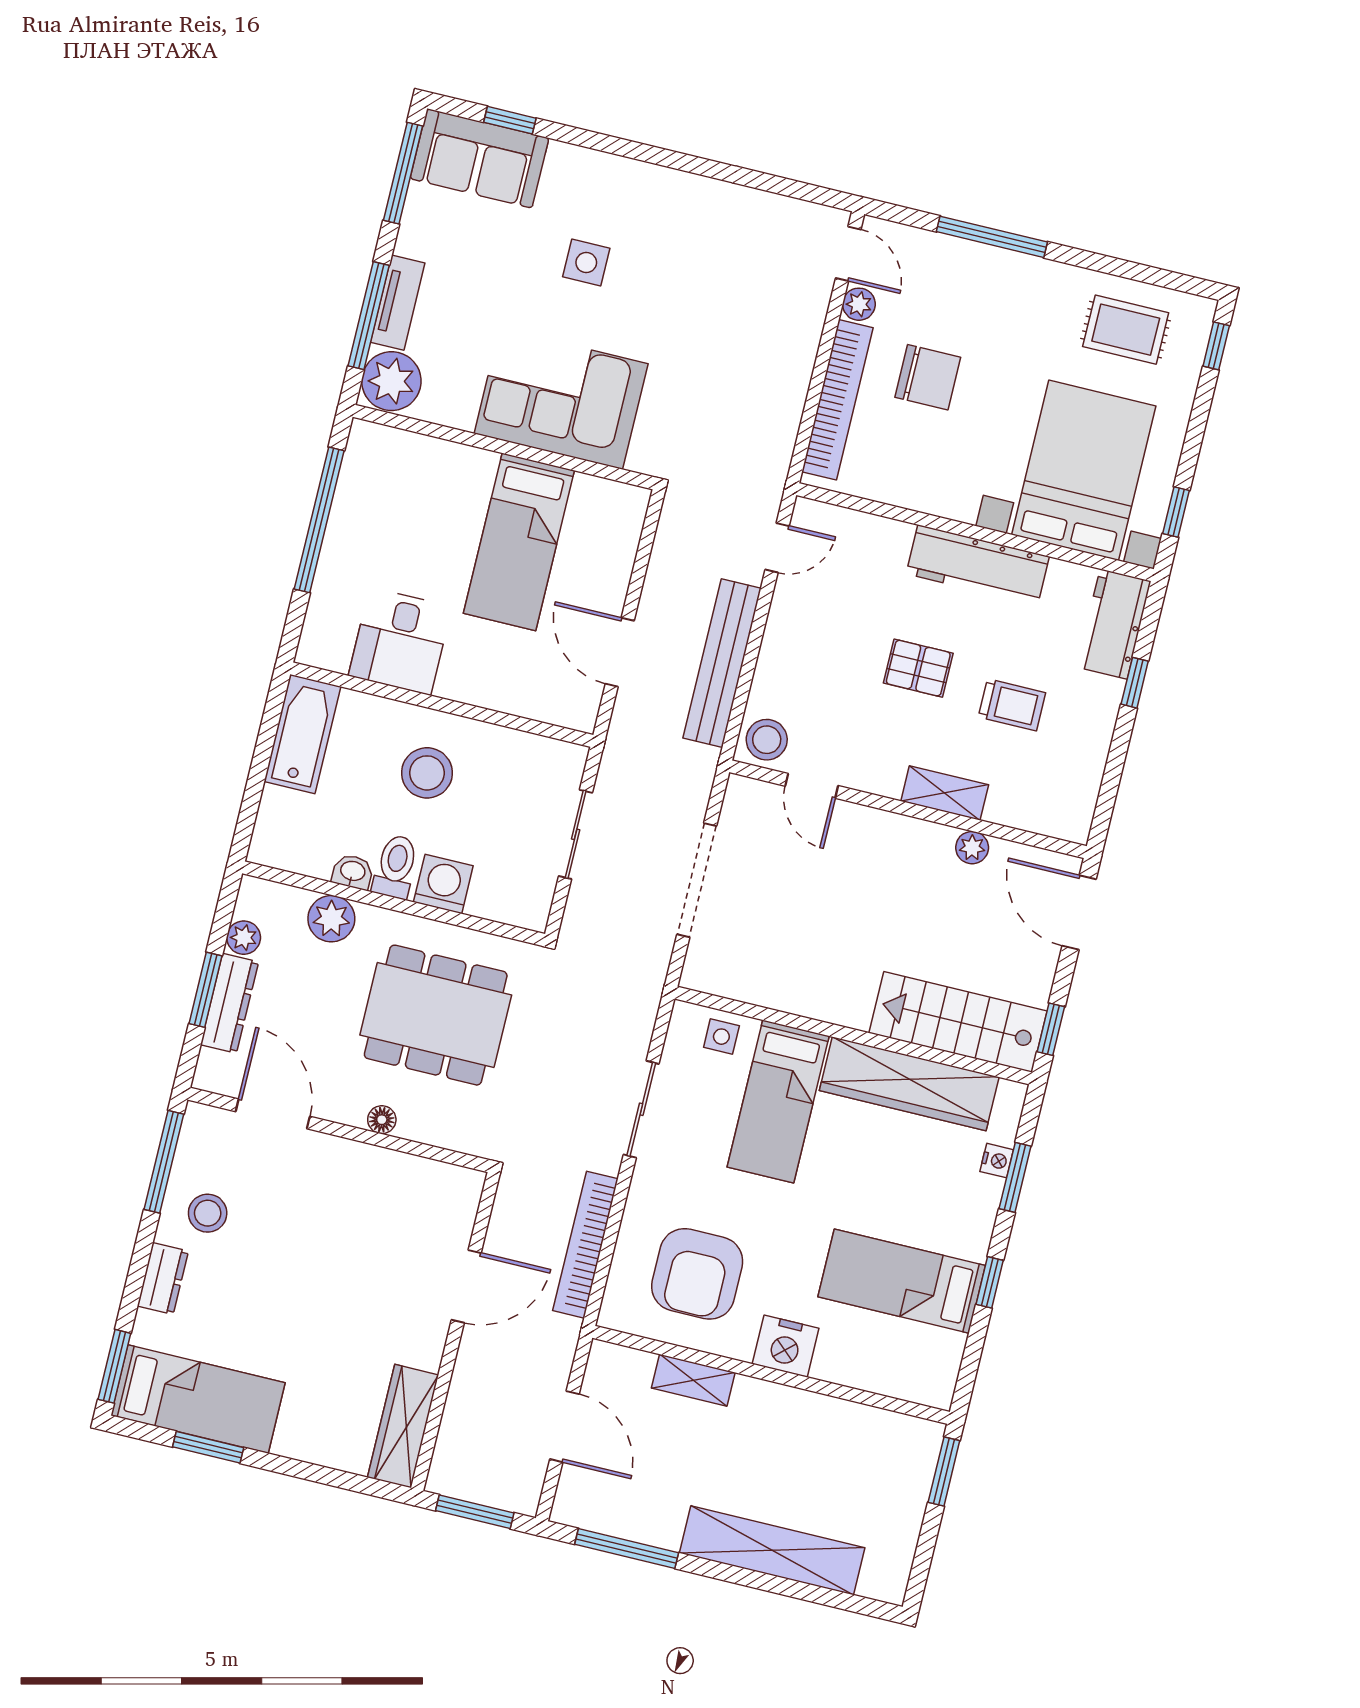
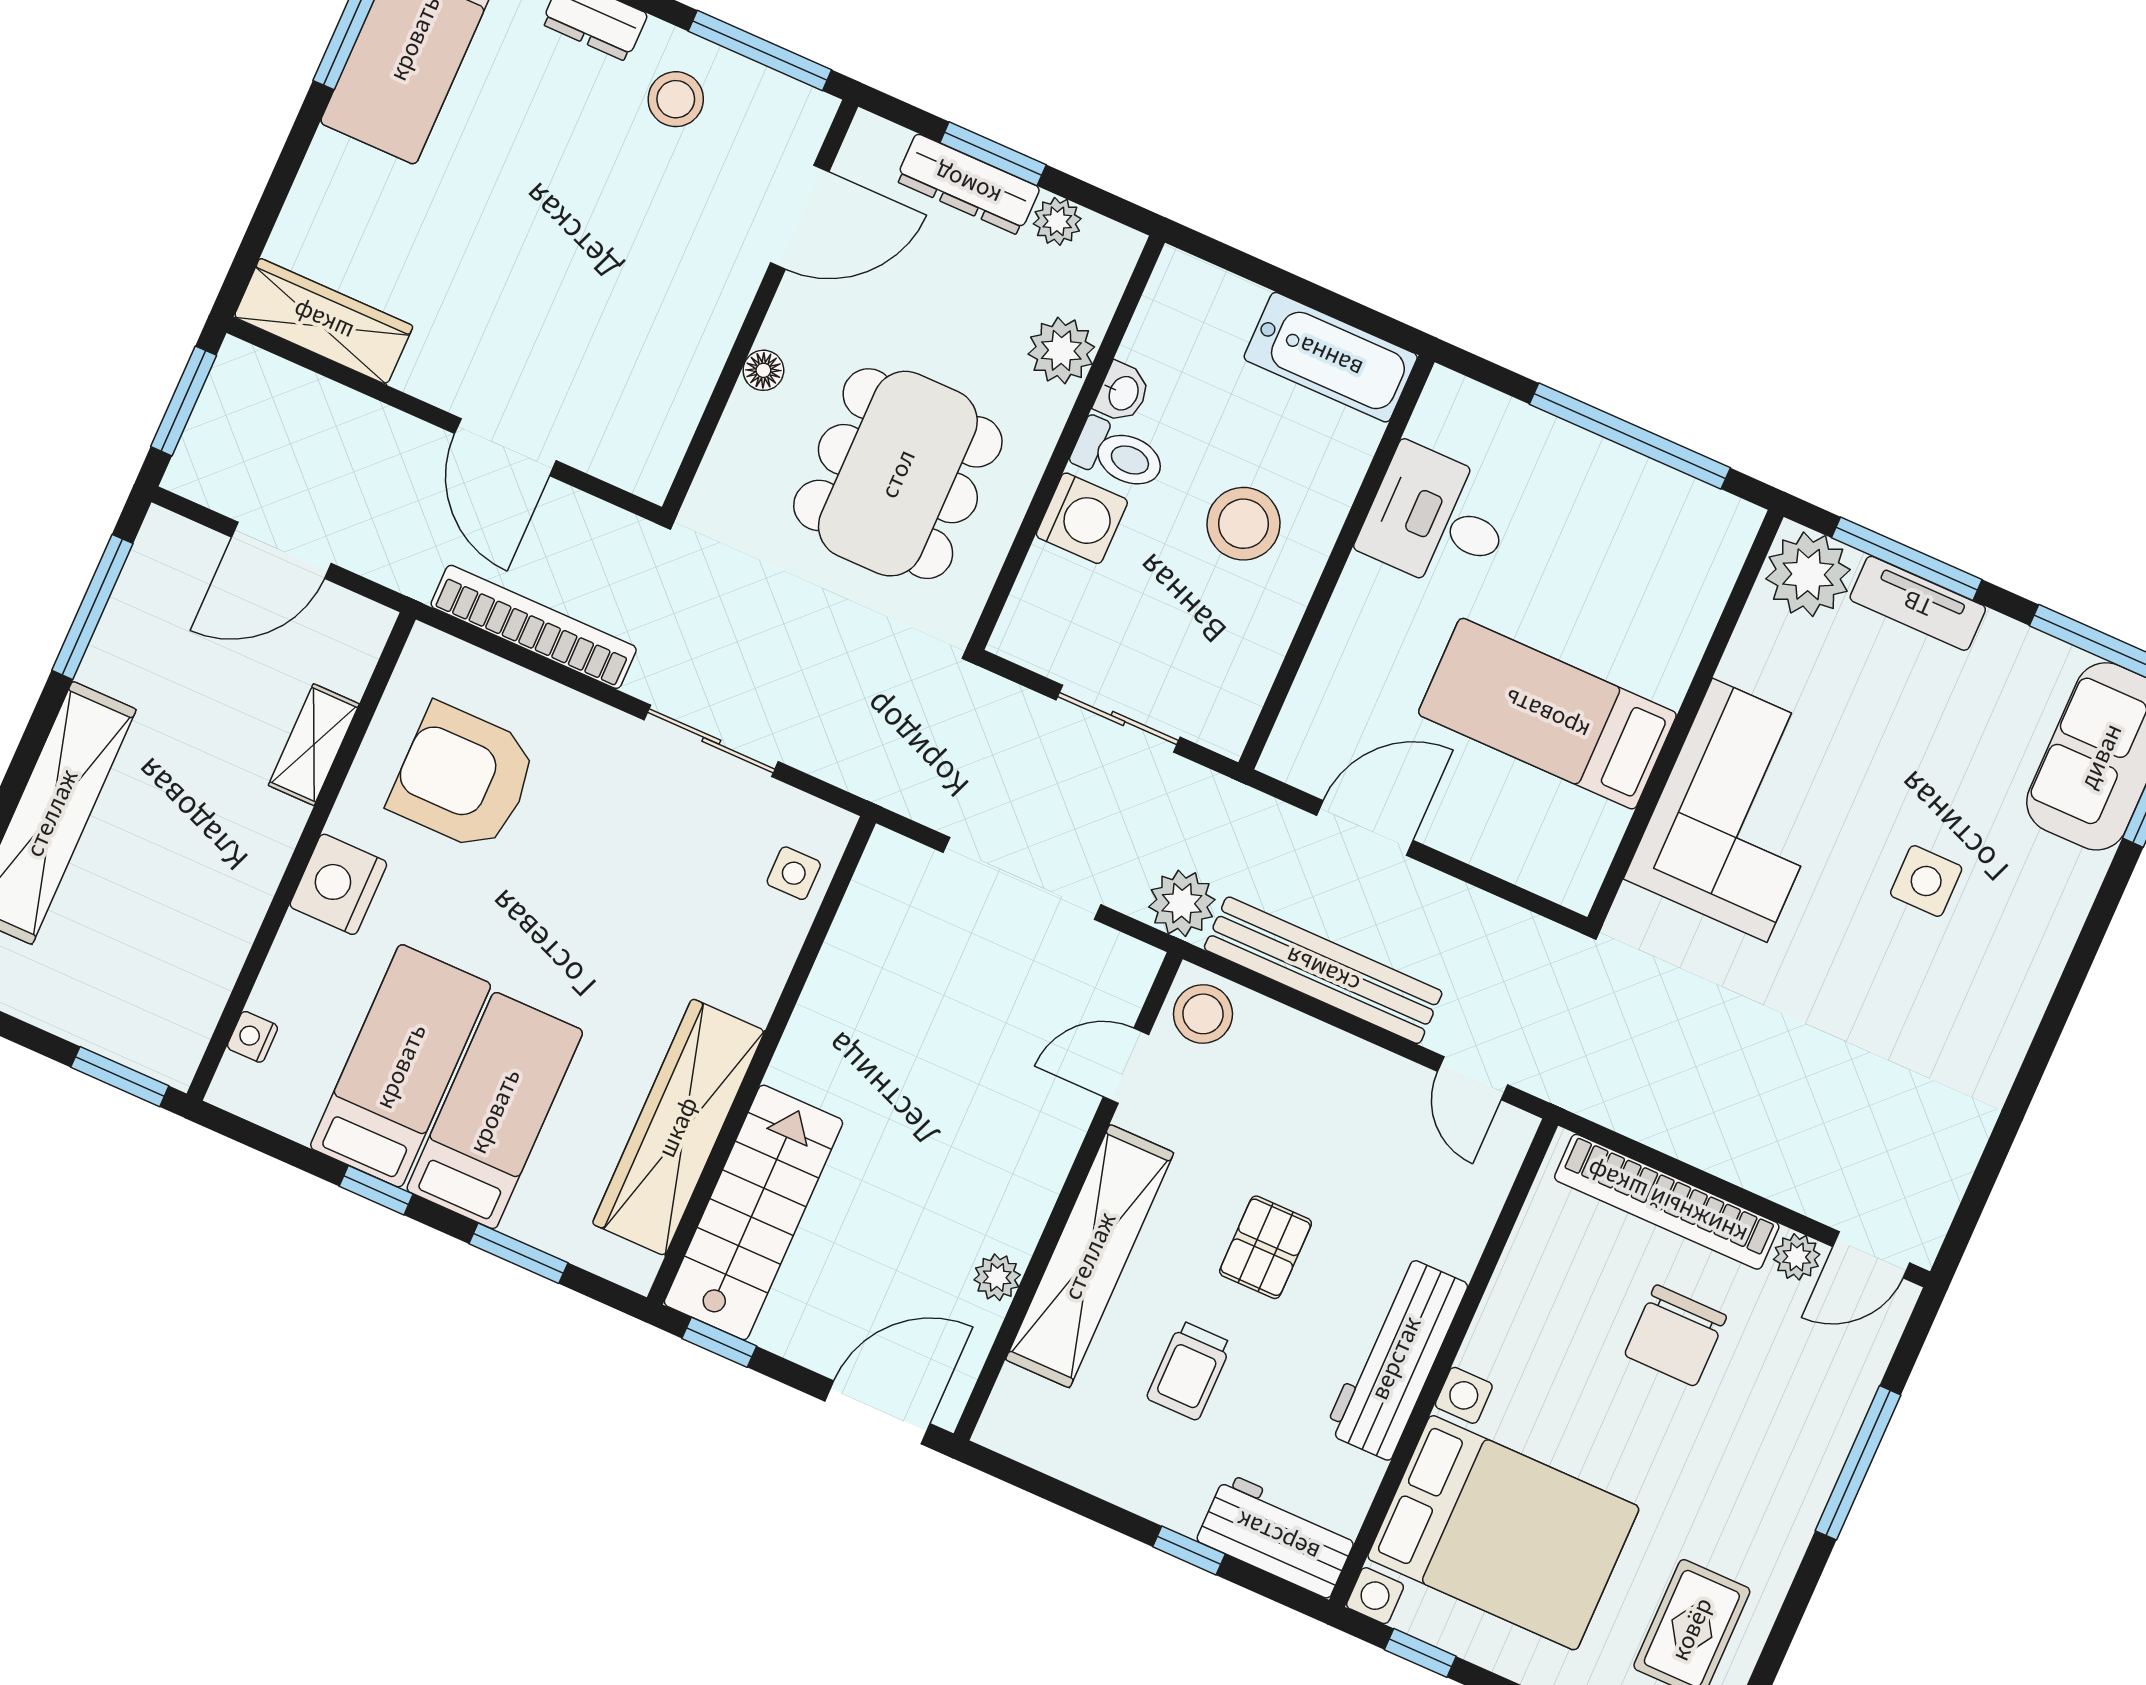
plant: (694, 768) -> (1182, 903), added
shelving: (945, 793) -> (1090, 1256), width x2.20, depth x1.33
bed: (778, 1101) -> (495, 1111), moved, turned 90
nightstand: (997, 1161) -> (252, 1037), moved, turned 90

